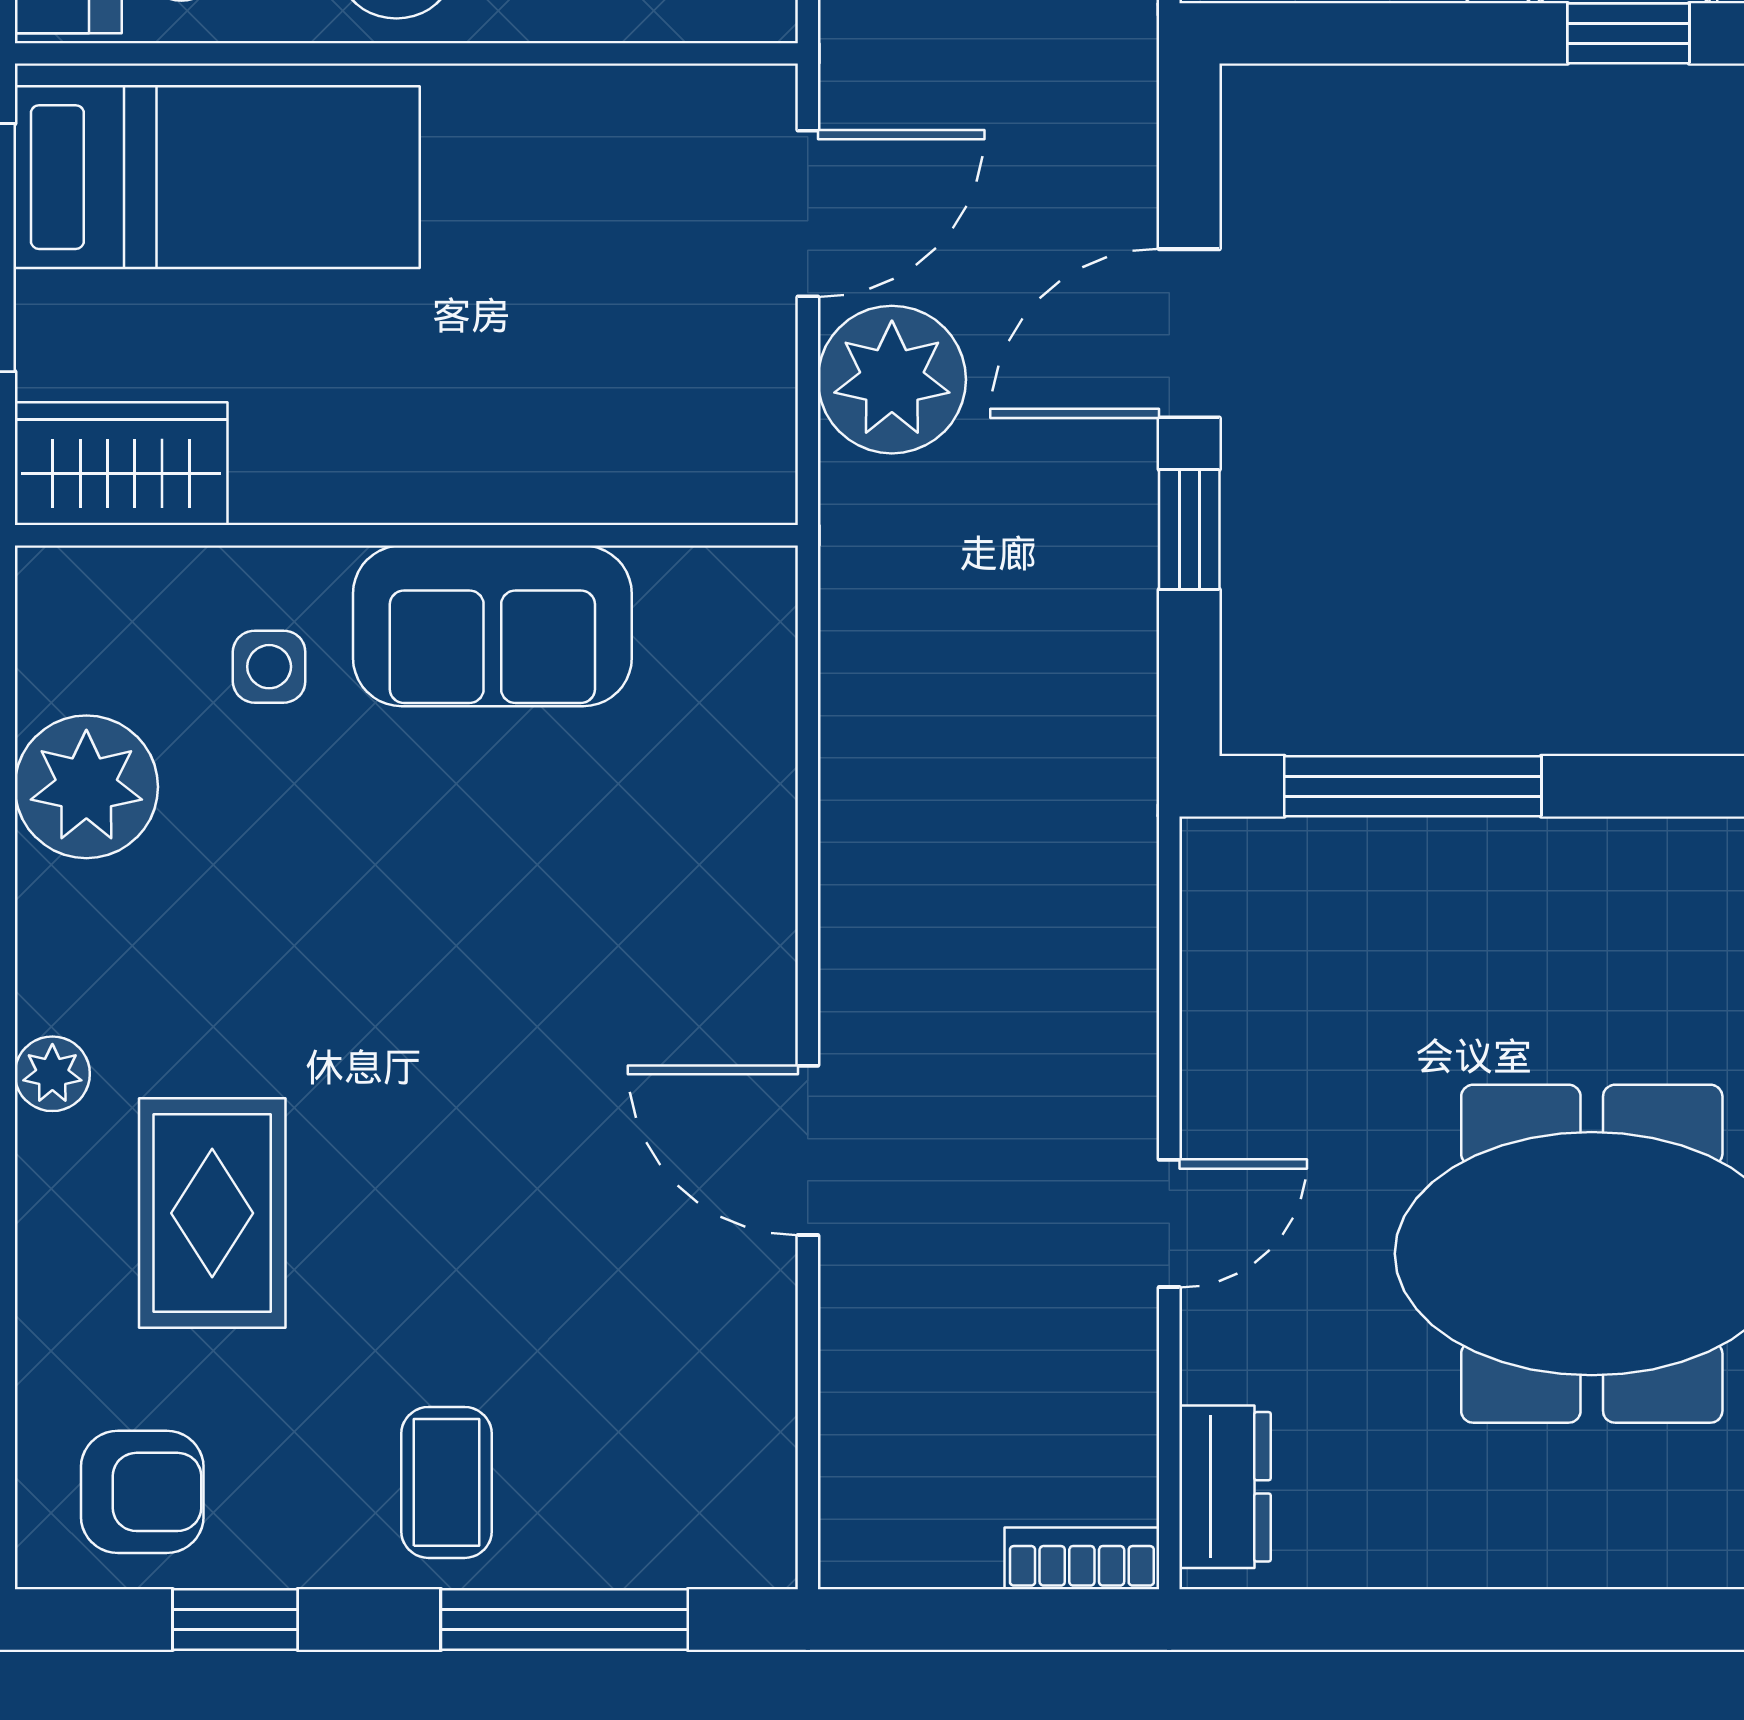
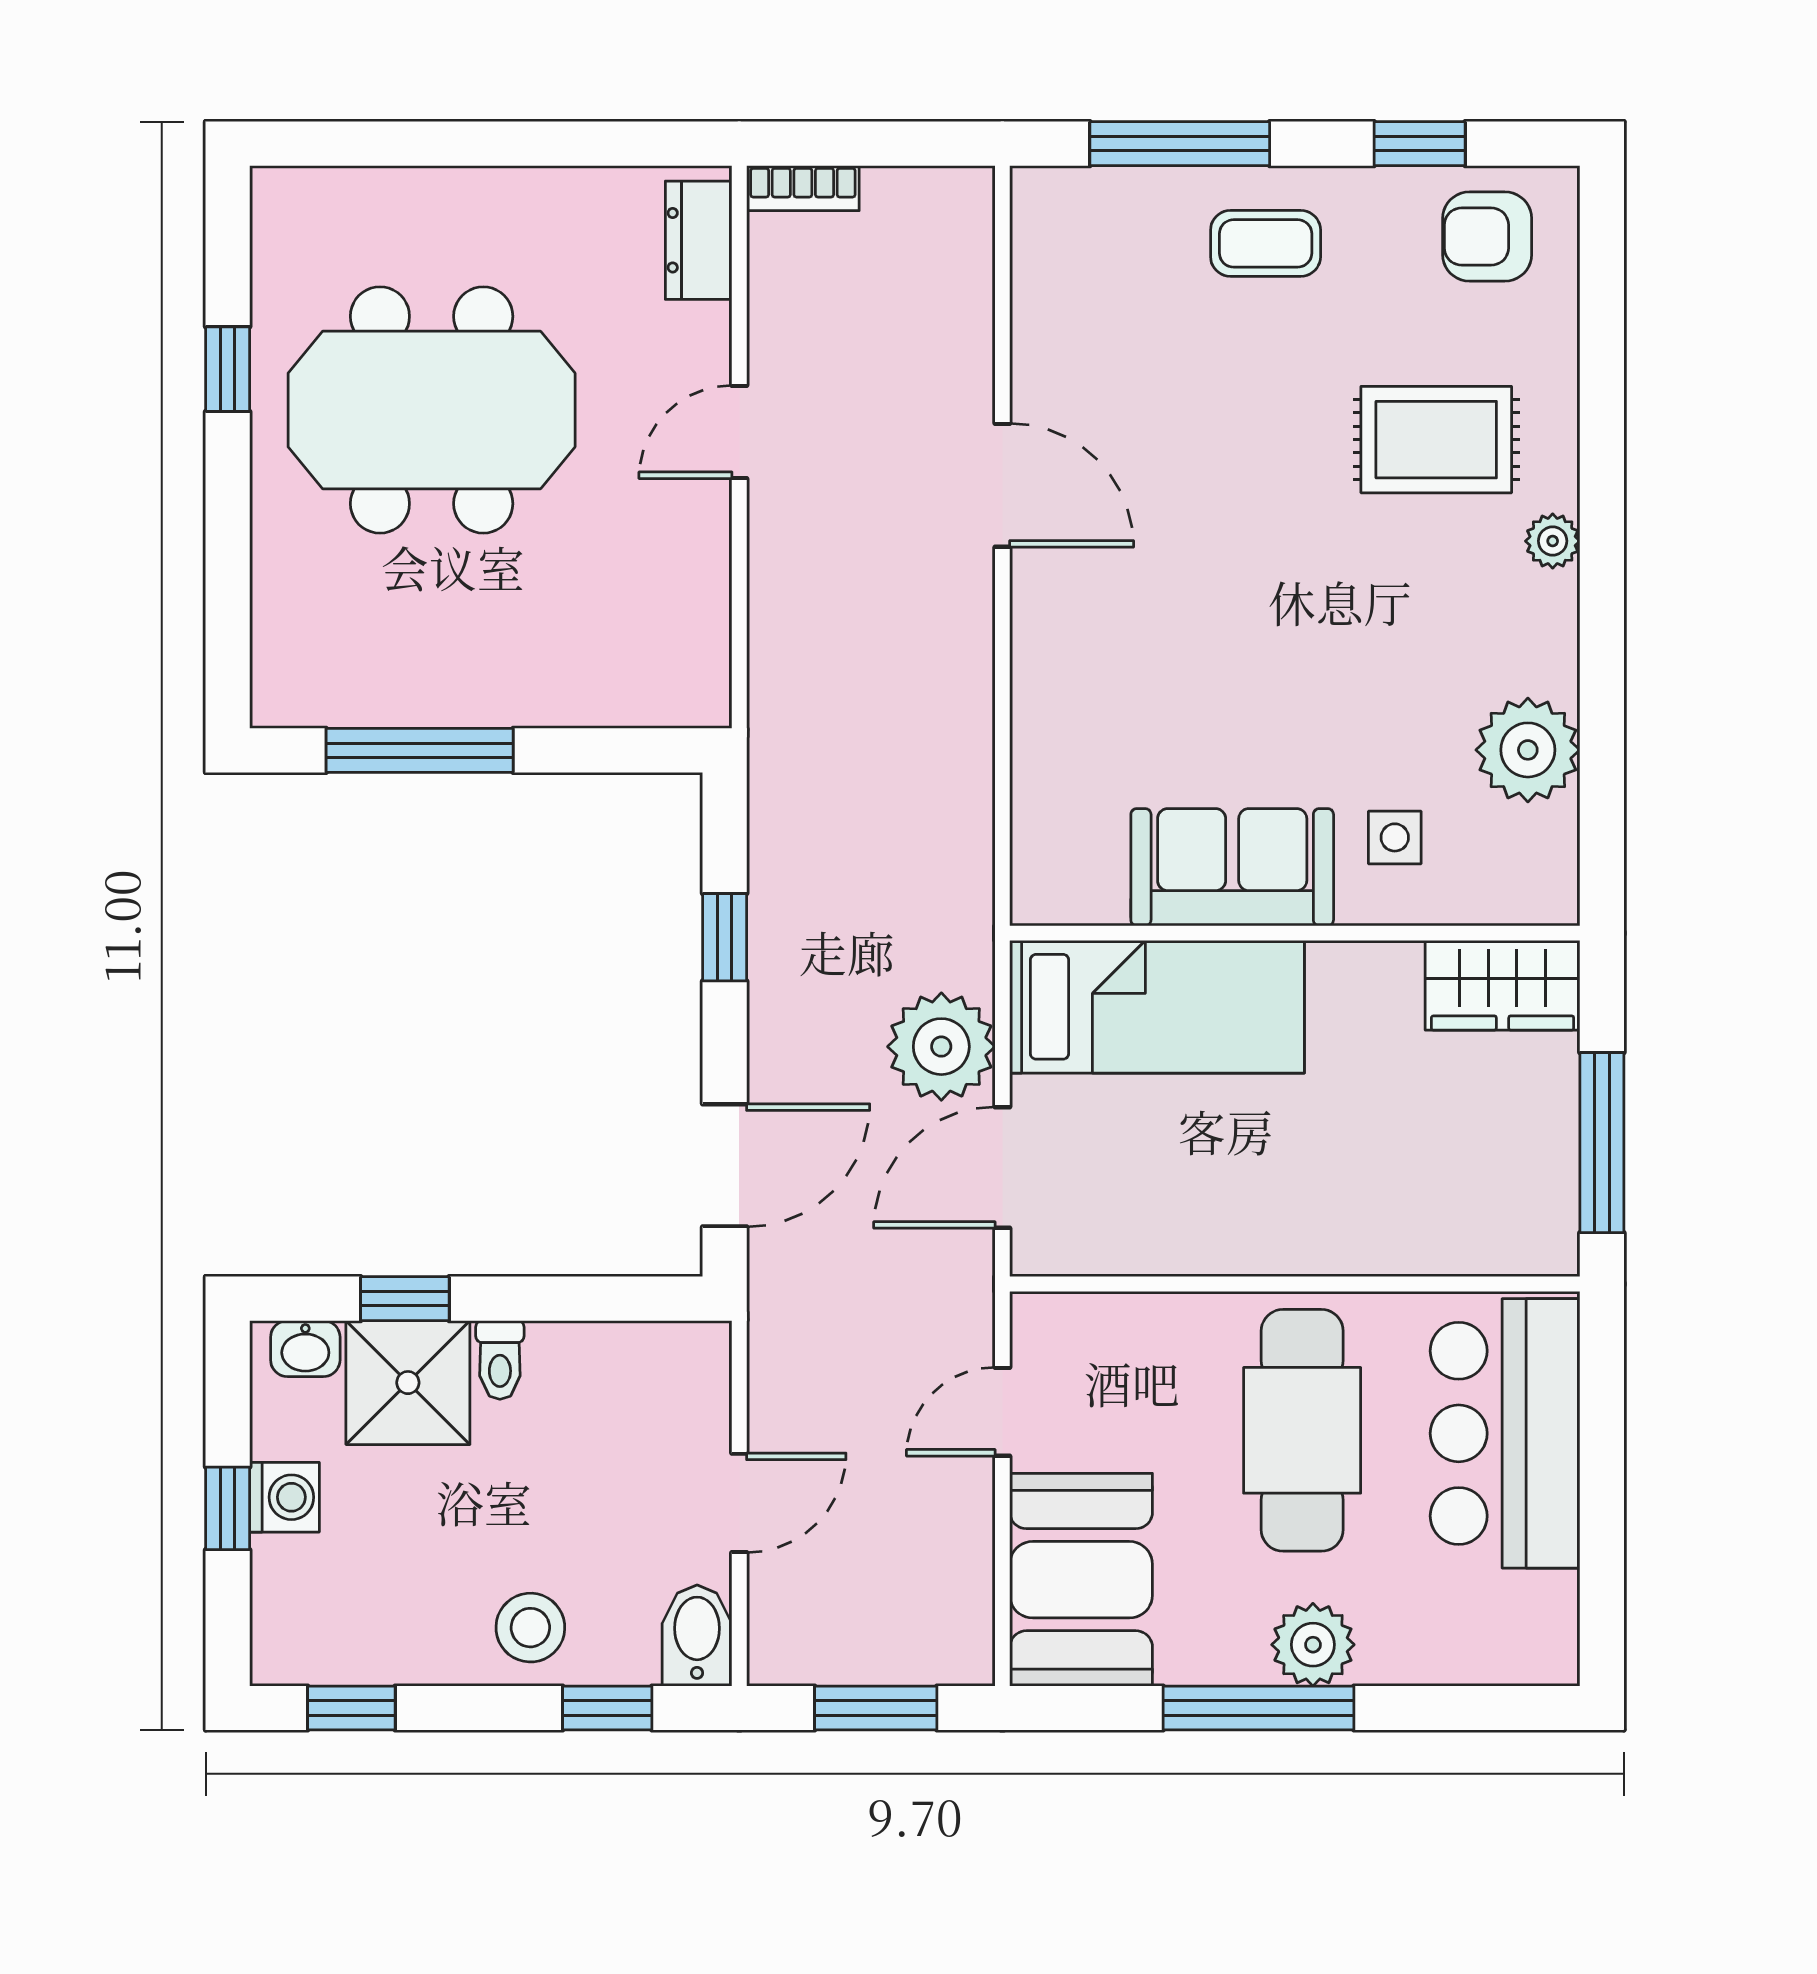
bed: (217, 177) -> (1157, 1007), moved, turned 180
door: (1189, 333) -> (725, 1165), moved
window: (1413, 786) -> (420, 750), moved
rug: (212, 1213) -> (1436, 440), turned 90
coffee table: (447, 1482) -> (1266, 243), turned 90

